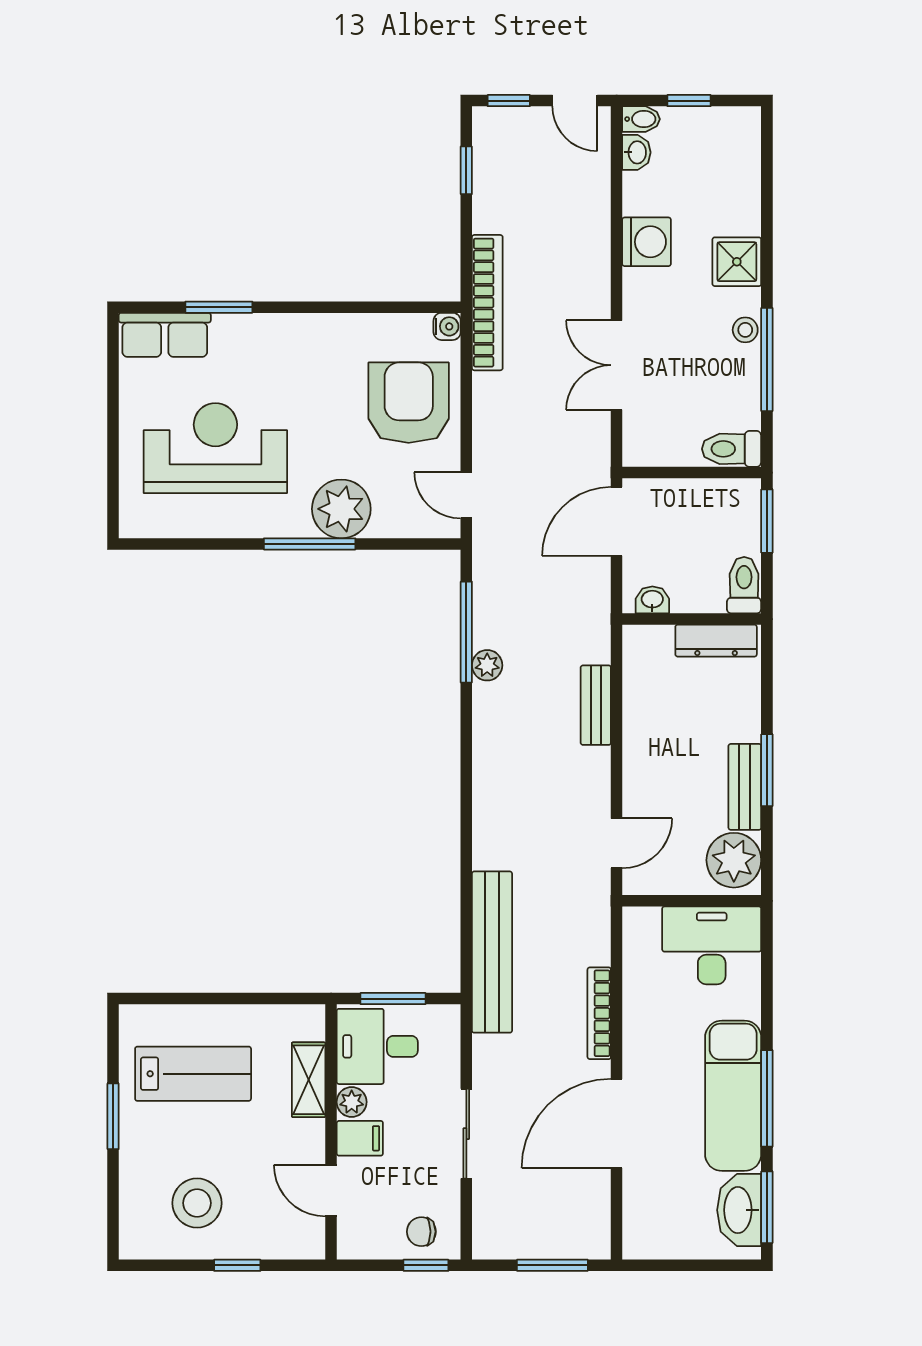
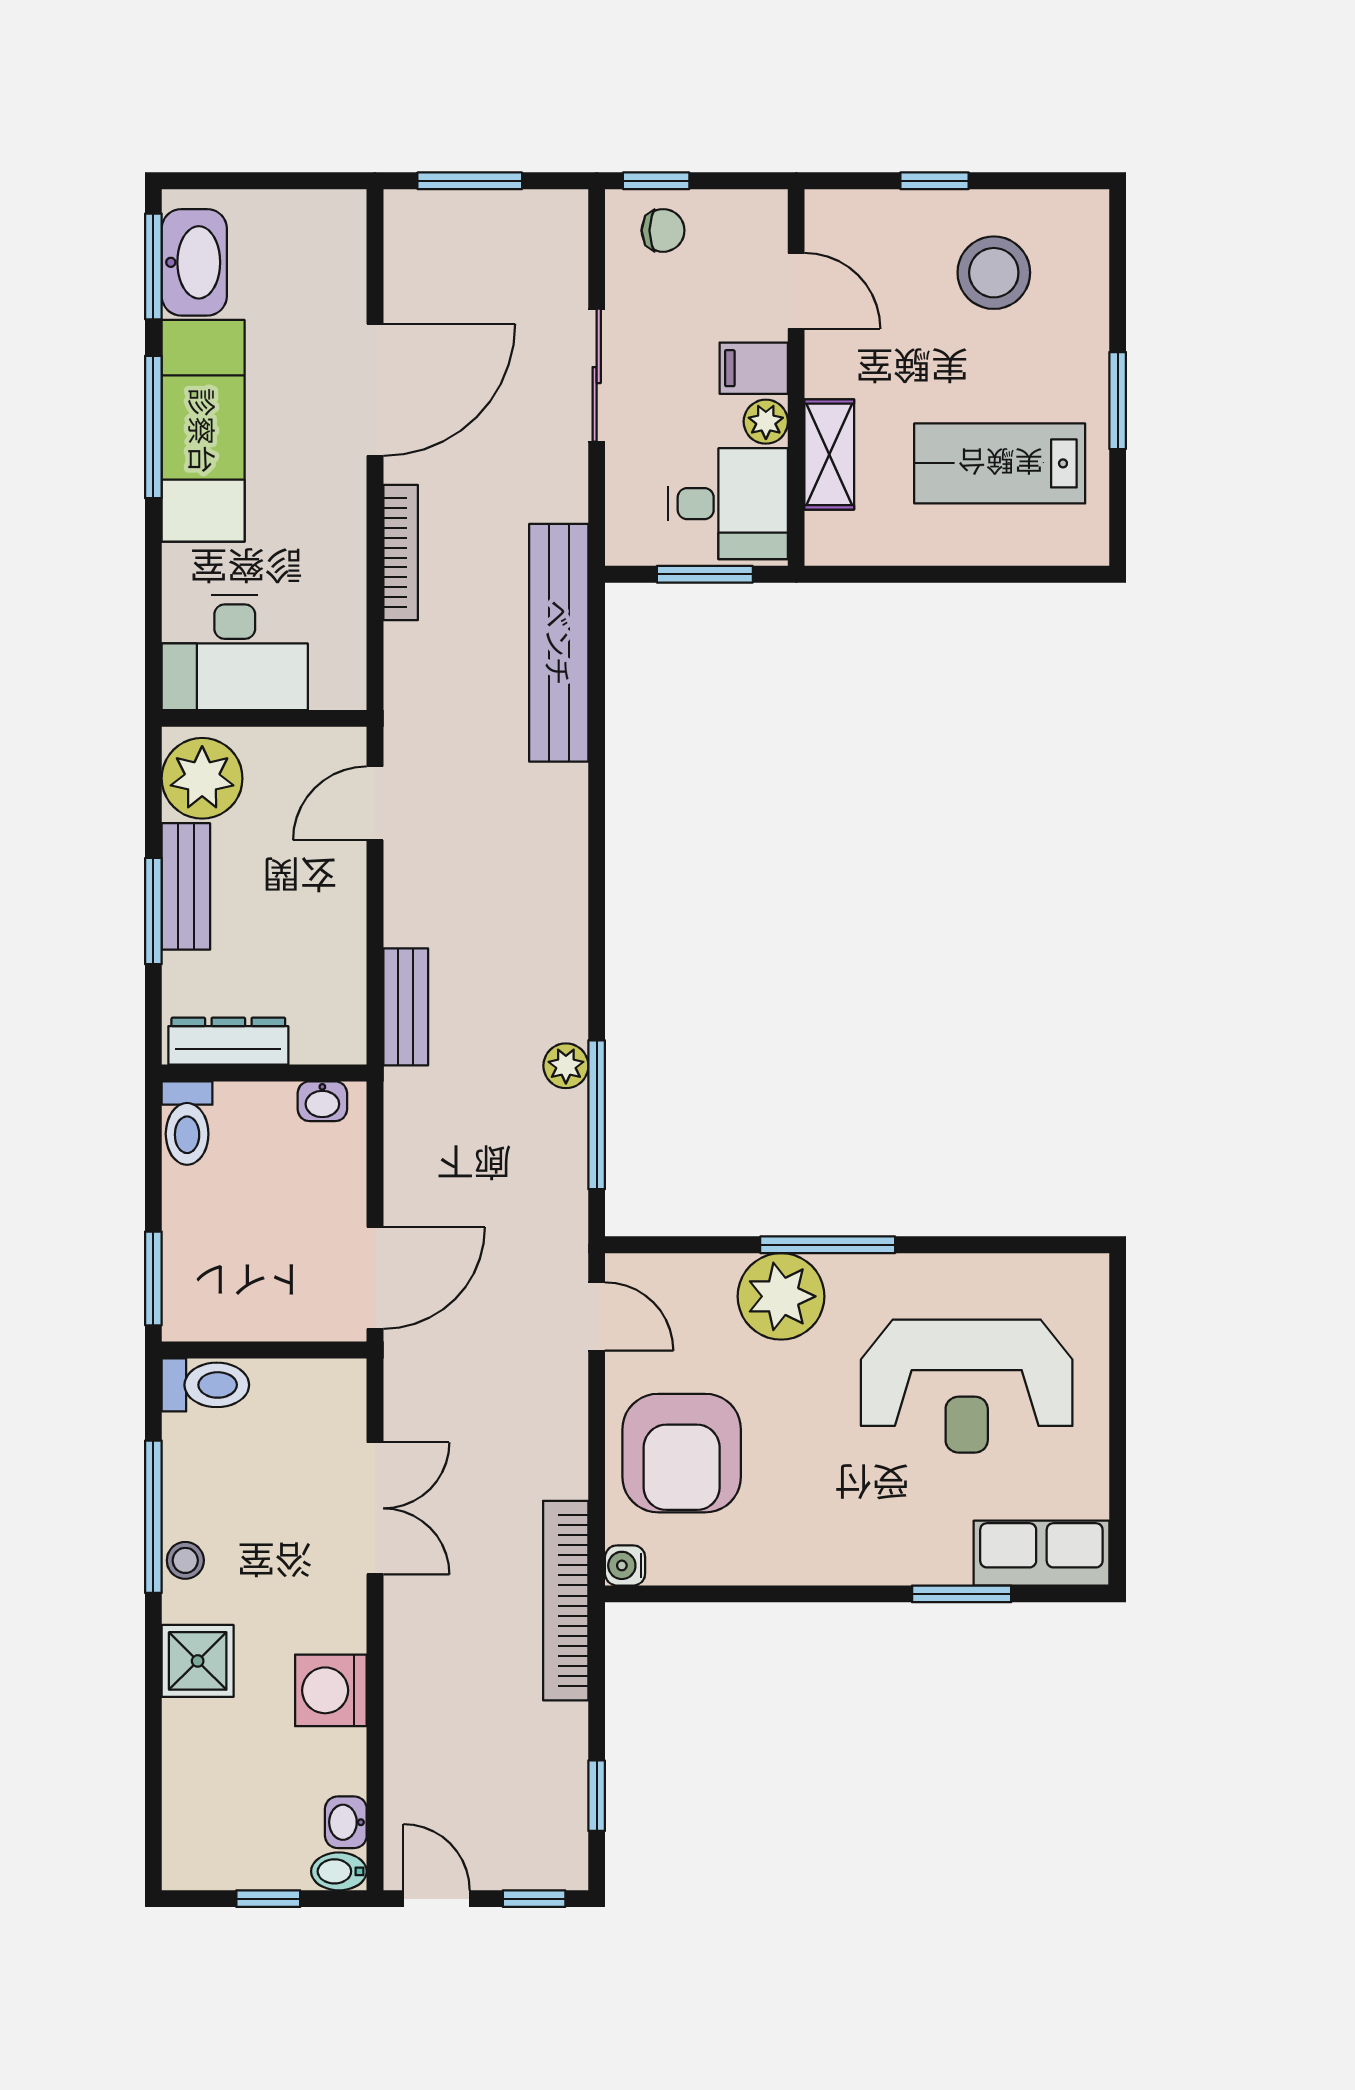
toilet: (744, 585) -> (187, 1123), moved
washbasin: (652, 600) -> (322, 1101), moved
wall: (692, 619) -> (264, 1073), moved
dresser: (716, 641) -> (228, 1041), moved

